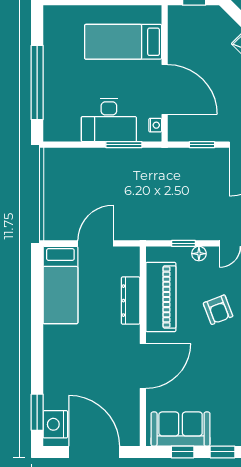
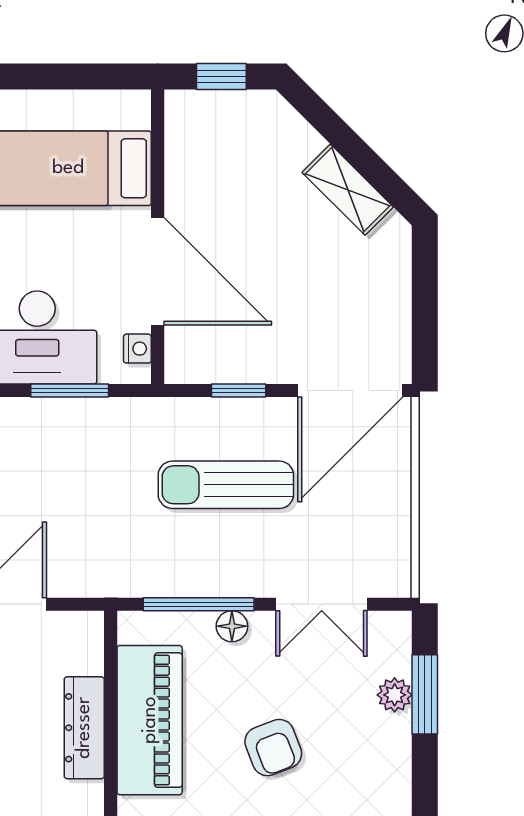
sun lounger: (196, 188) -> (226, 485), added
window: (184, 243) -> (199, 604), width x2.17

